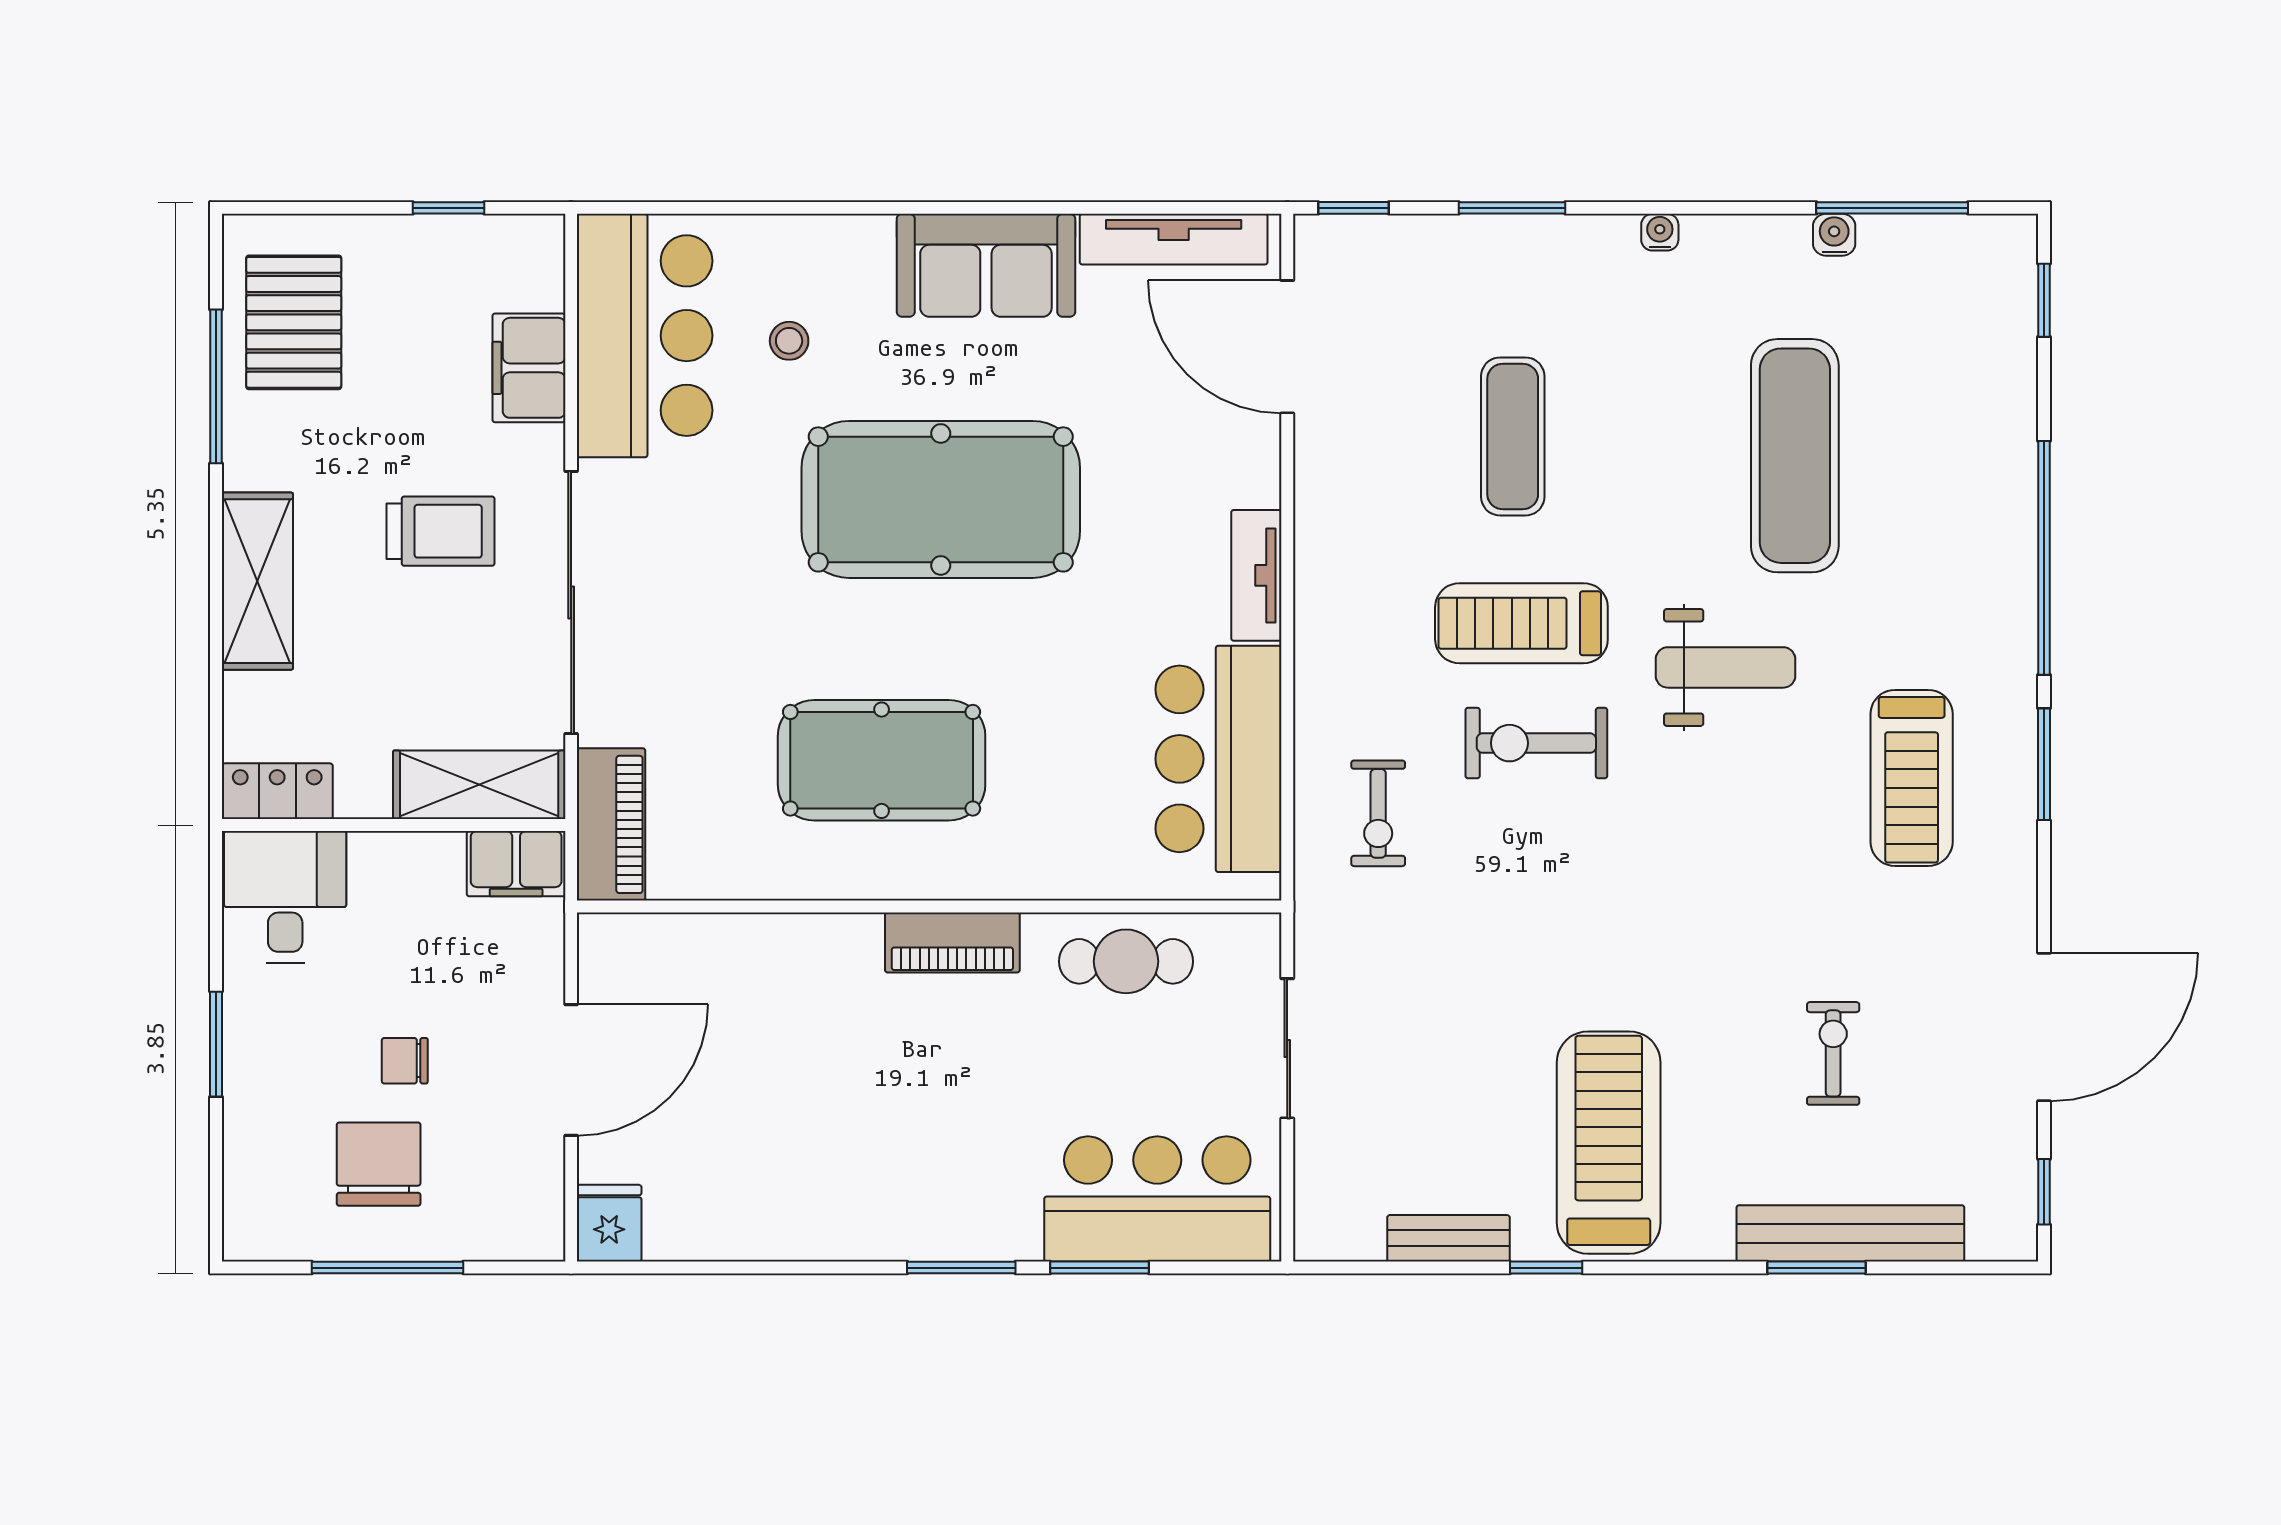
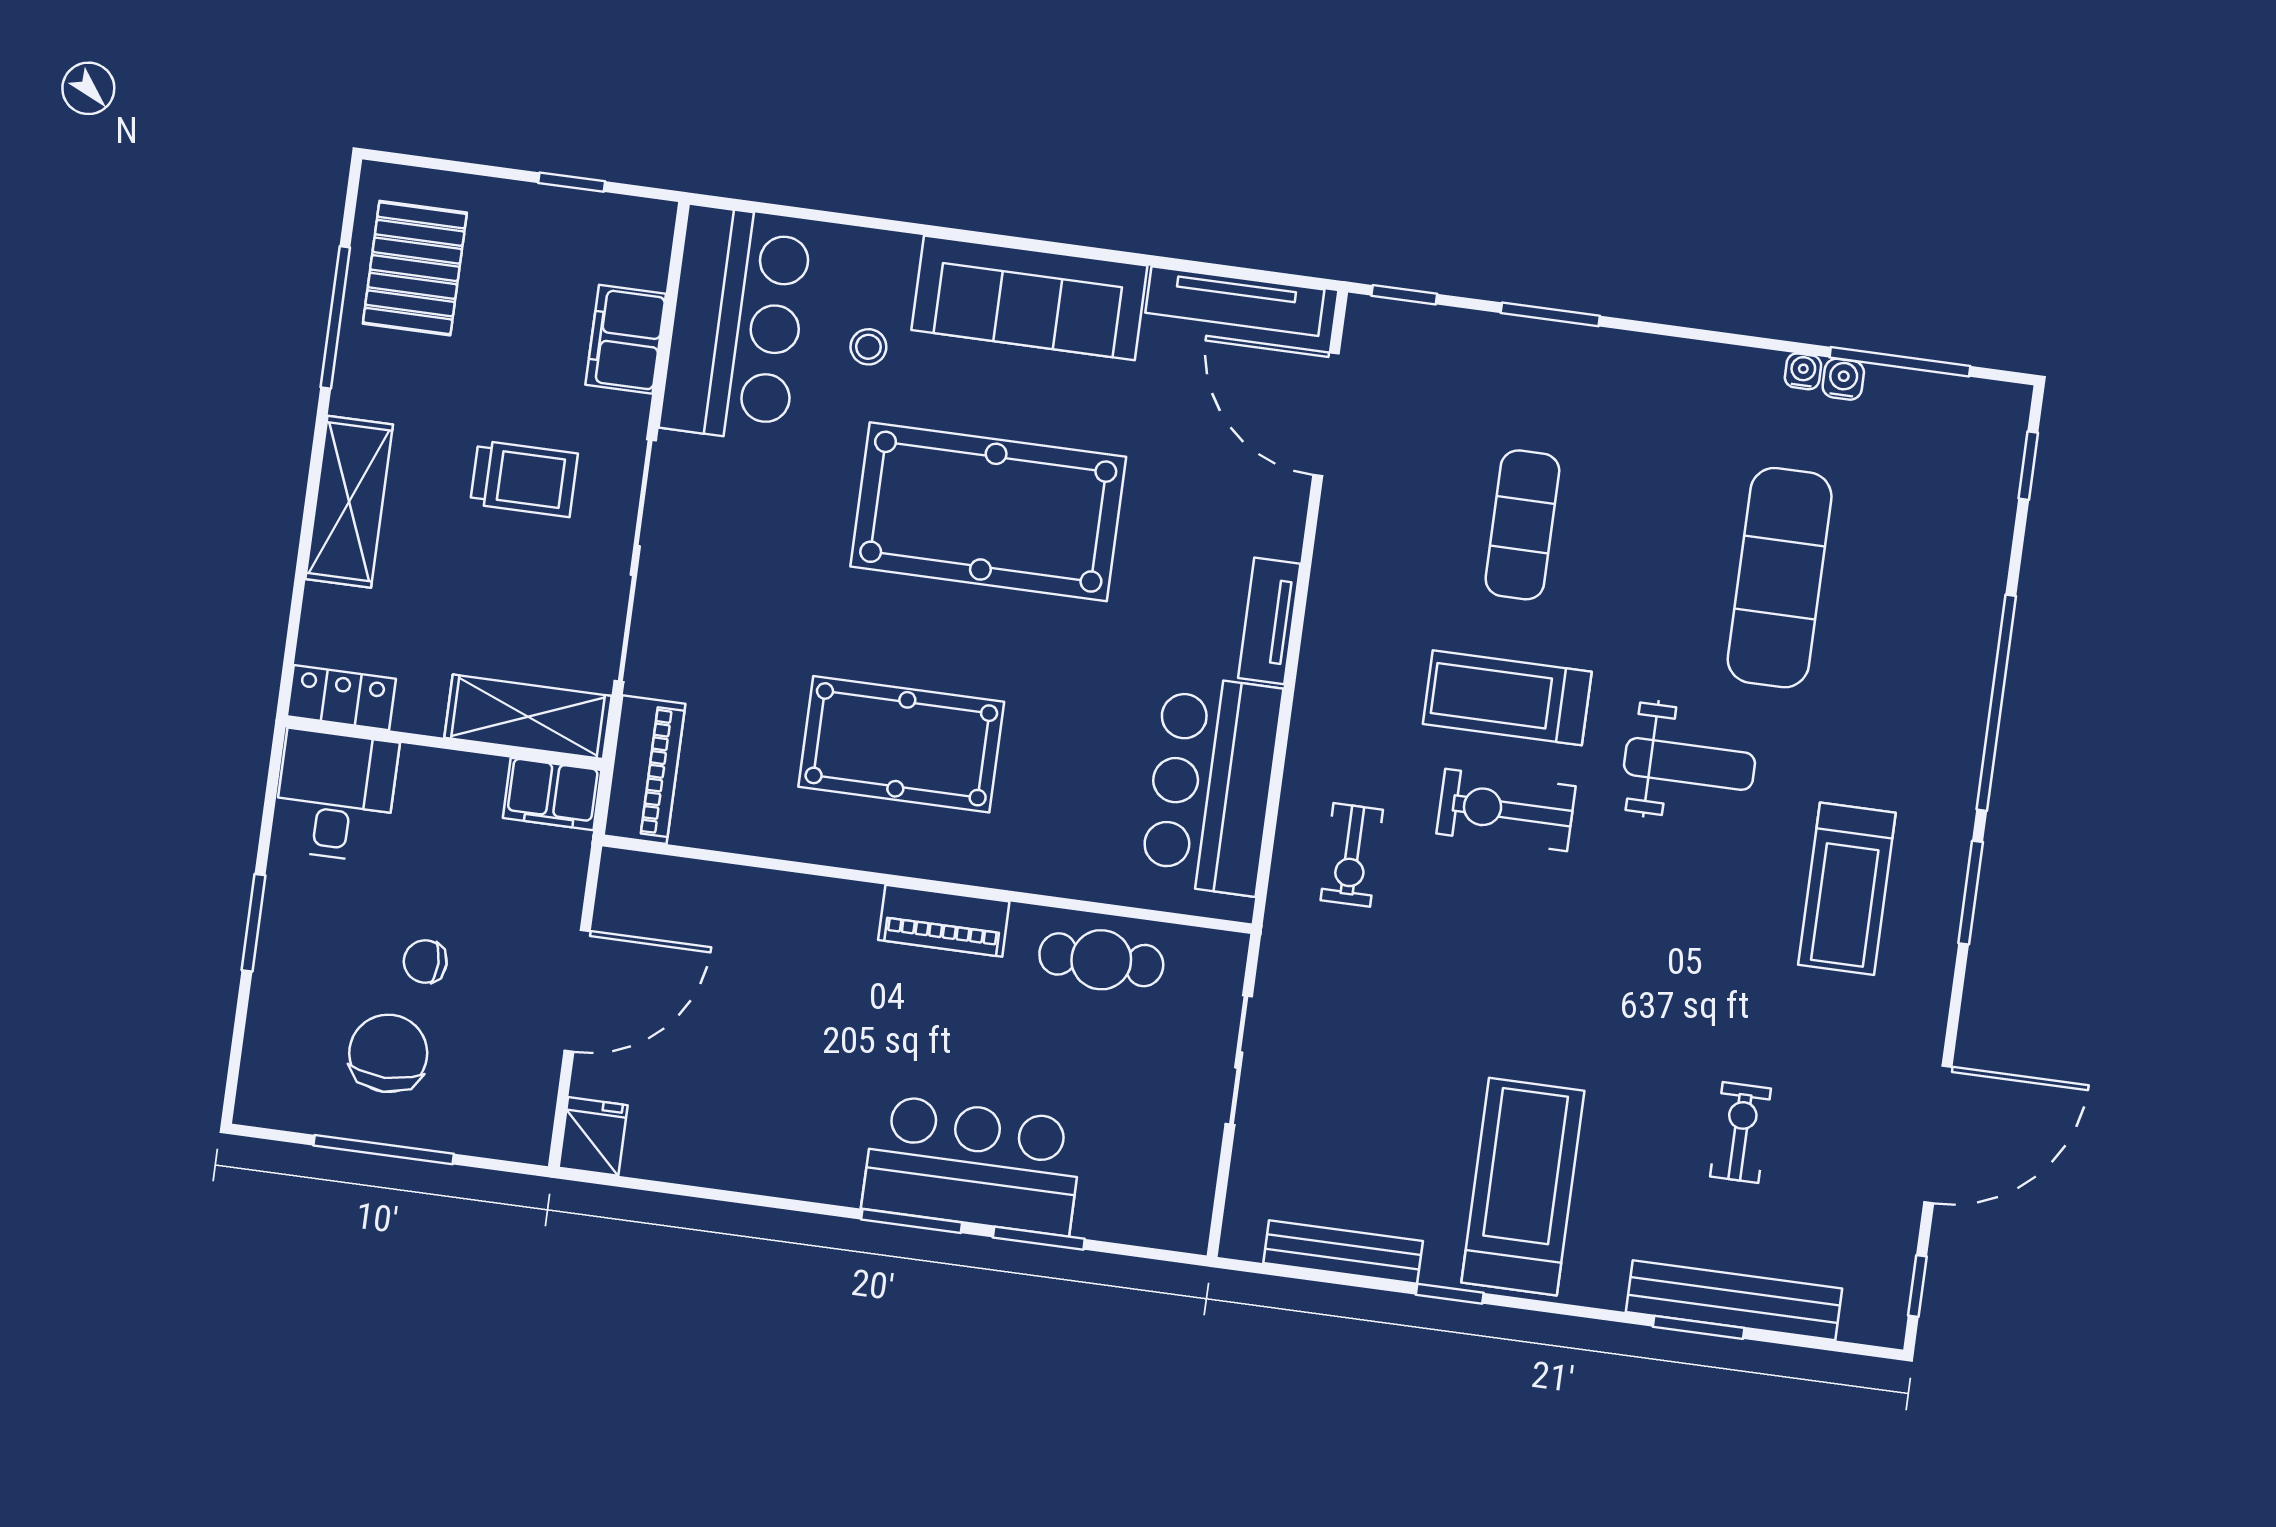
water cooler: (1660, 232) -> (1803, 371), moved
sofa: (986, 265) -> (1029, 298), width x1.36
bar counter: (1157, 1199) -> (973, 1165), moved
bench: (1449, 1238) -> (1343, 1252), width x1.36

